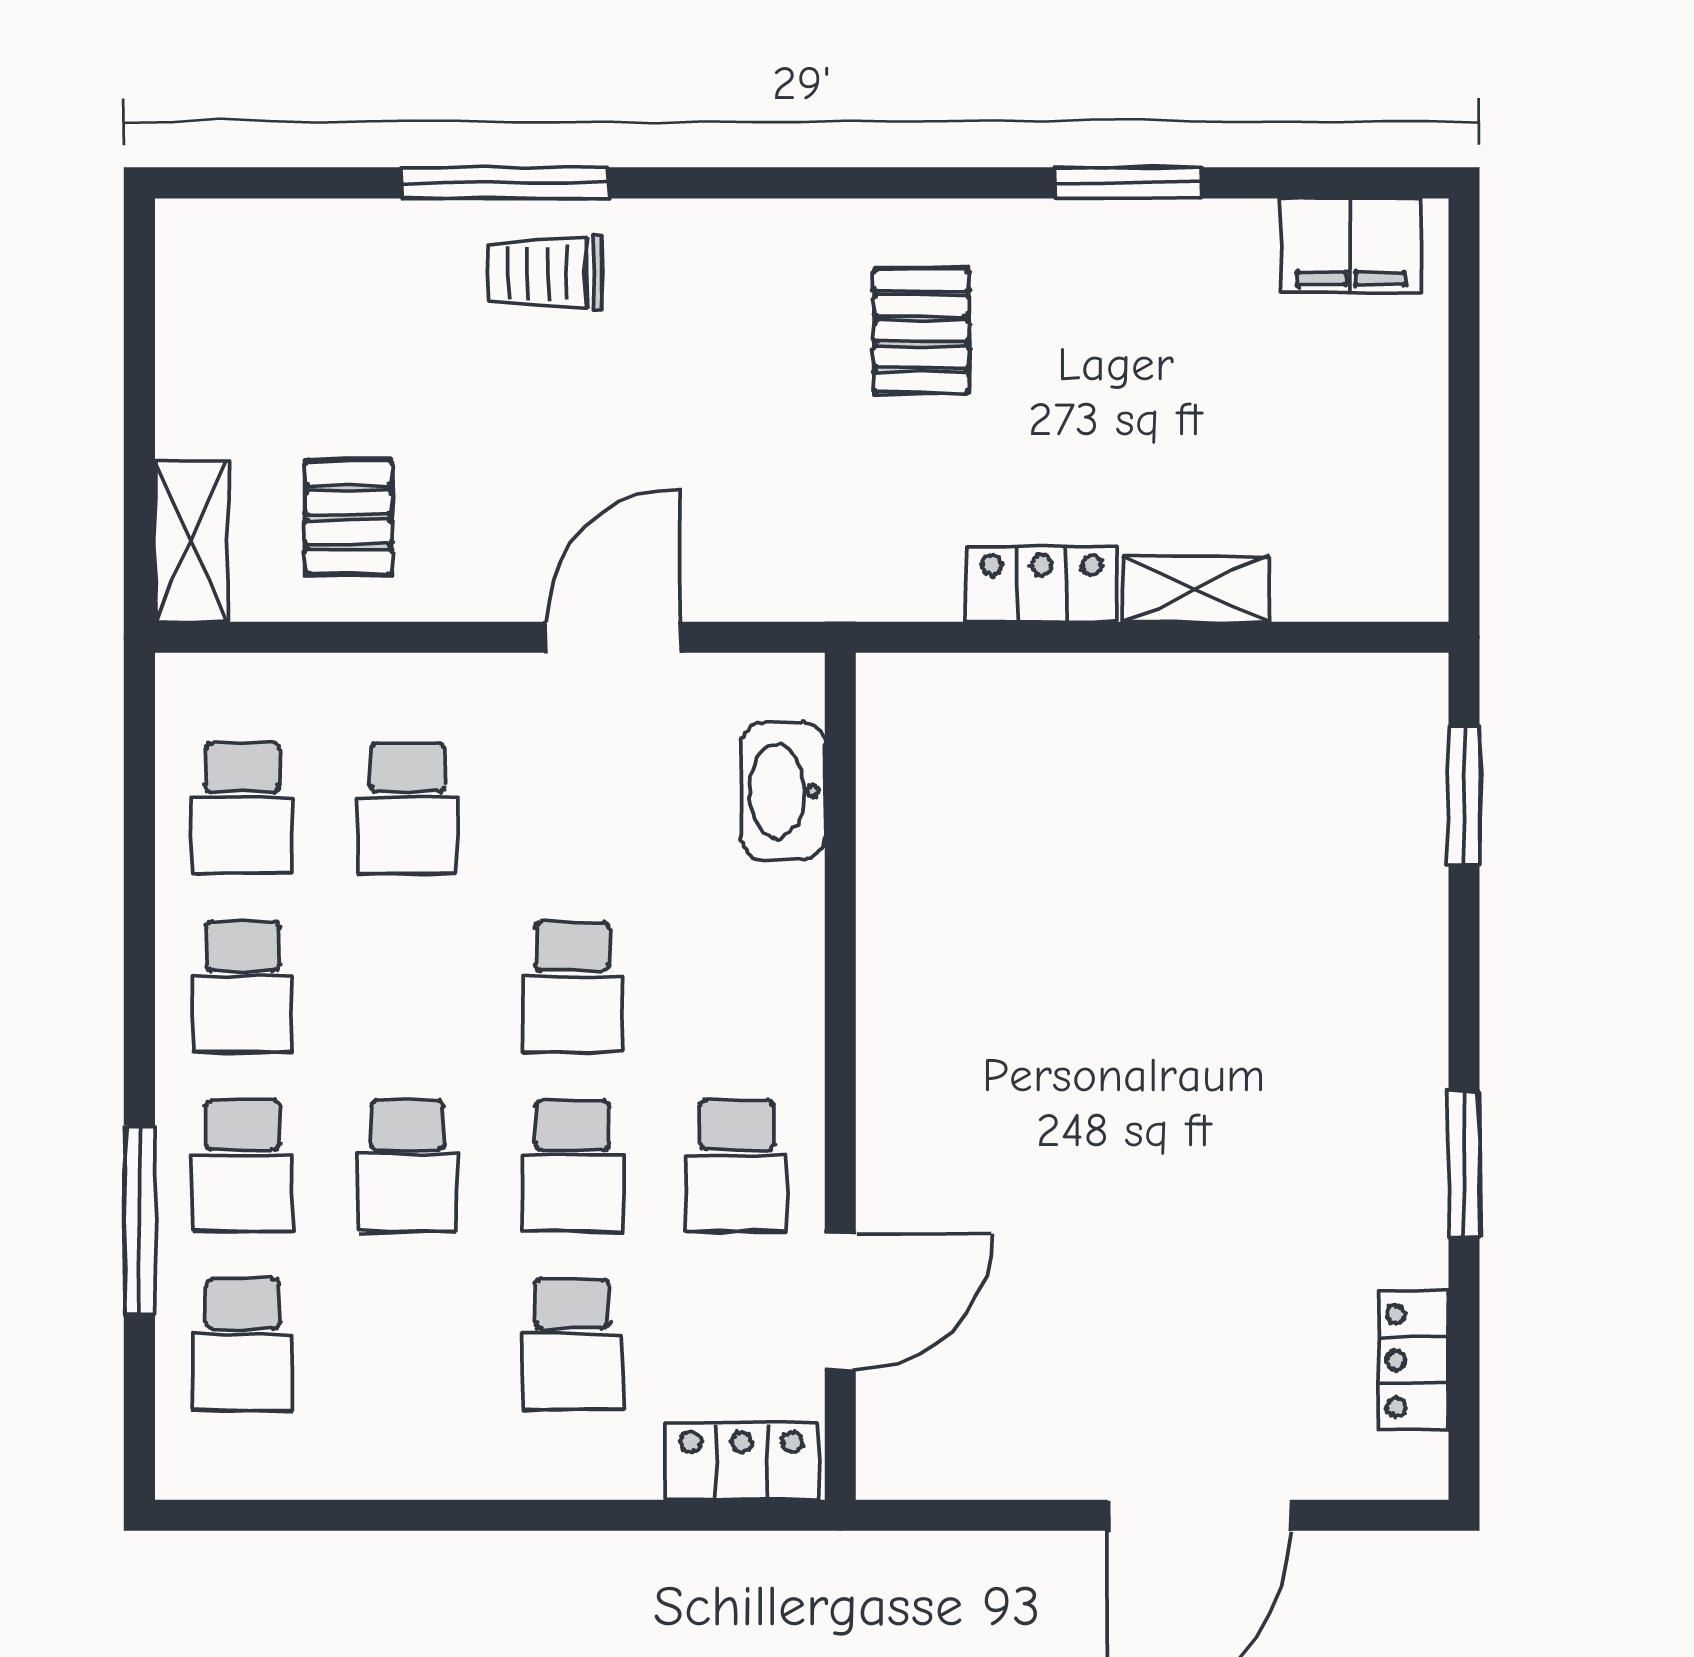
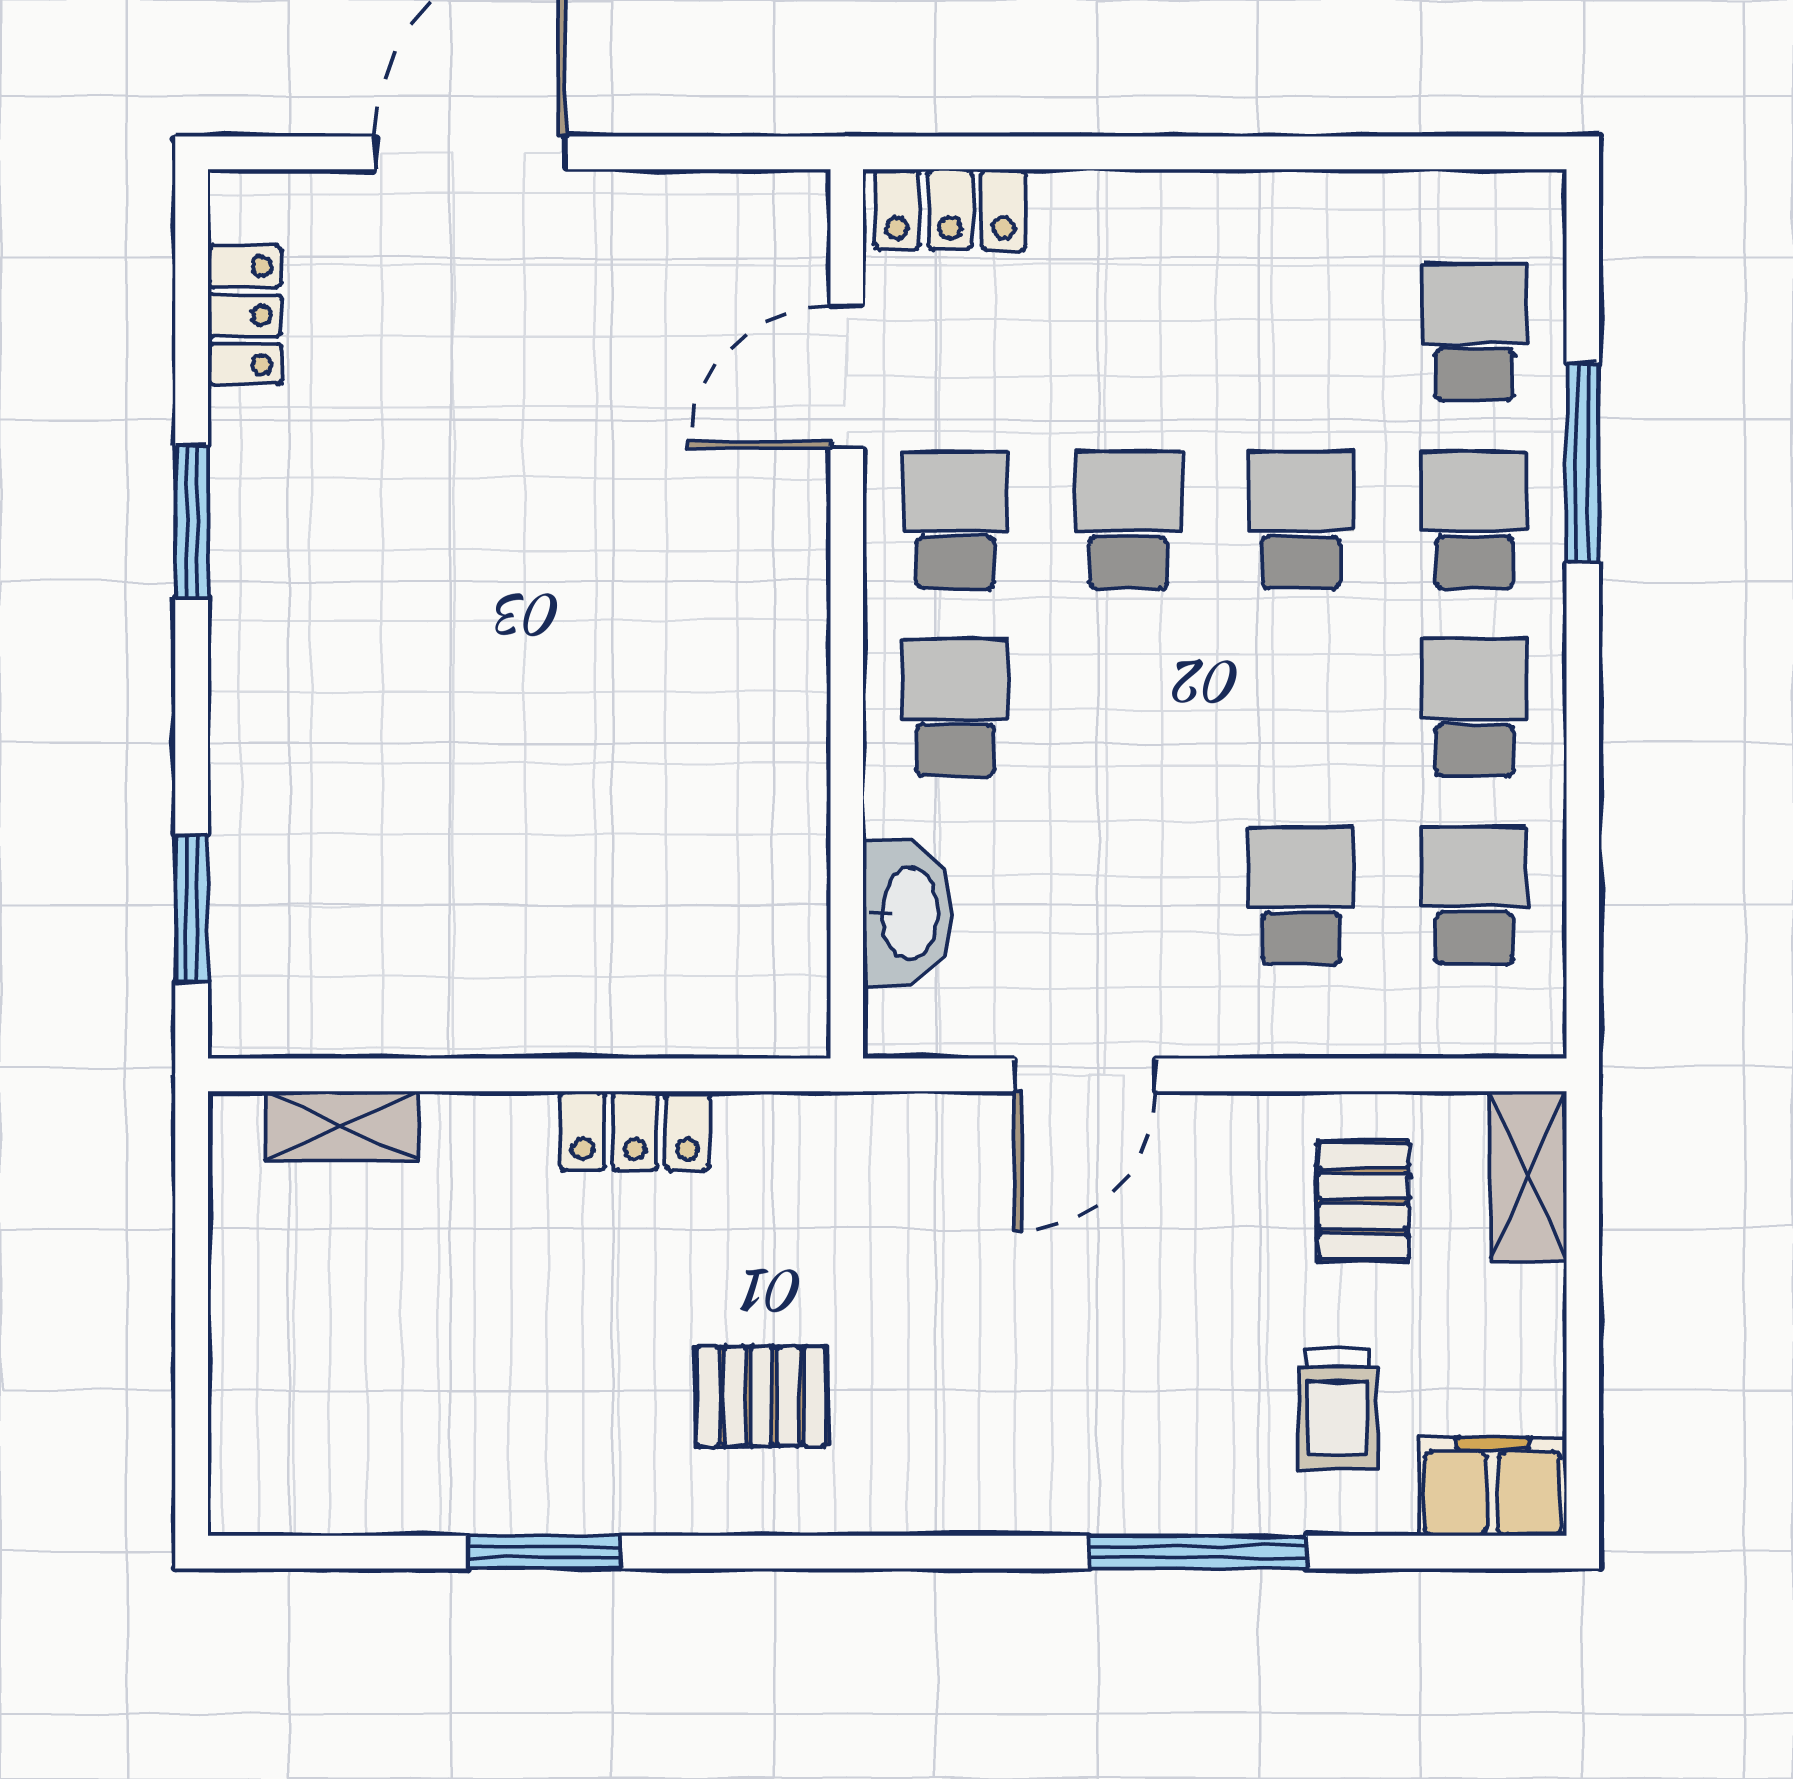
filing cabinet: (1351, 245) -> (1493, 1487), moved
trolley: (545, 273) -> (1338, 1410), moved, turned 90
pallet: (922, 331) -> (761, 1396), turned 90
shelving: (1196, 589) -> (342, 1126), moved
school desk: (572, 987) -> (955, 708), moved
school desk: (572, 1344) -> (1128, 332), removed

